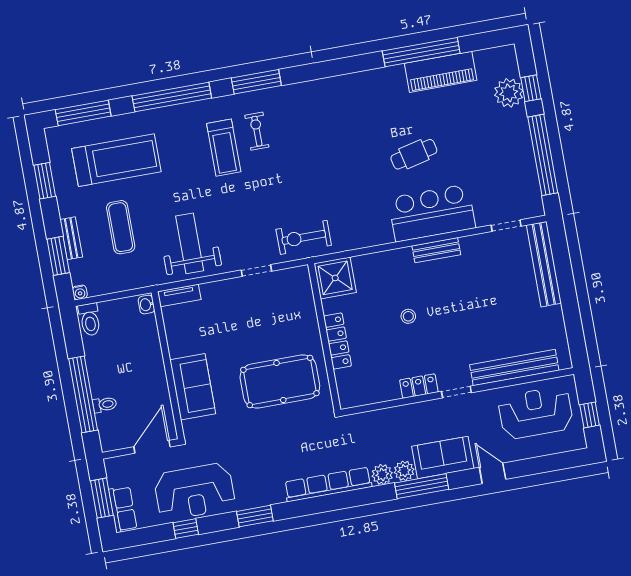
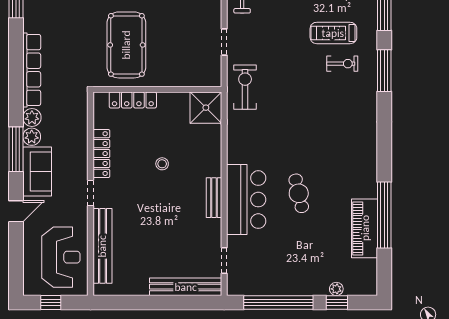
plant: (509, 93) -> (336, 289), width x0.53, depth x0.53
locker: (337, 341) -> (133, 100), moved
locker: (419, 386) -> (101, 154), width x1.53

